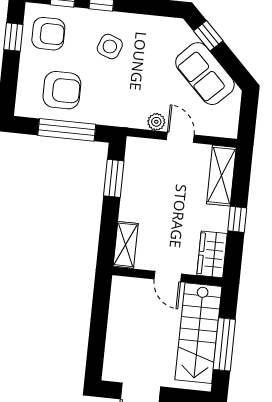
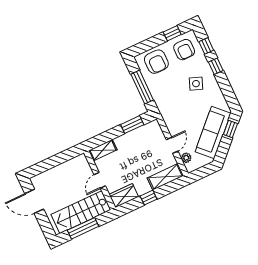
sofa: (205, 74) -> (213, 132), width x1.36
armchair: (62, 90) -> (156, 62), moved
plant: (156, 122) -> (186, 158), moved

